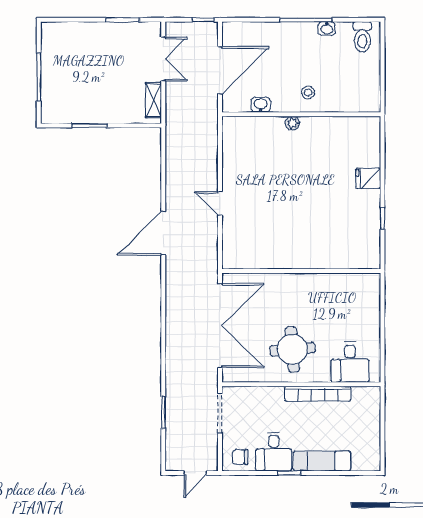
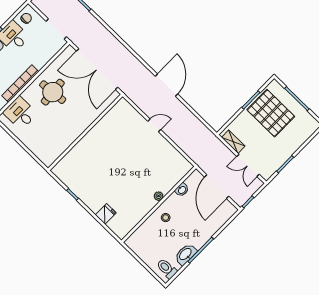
washbasin: (327, 29) -> (186, 254), width x1.91, depth x1.45
pallet: (82, 90) -> (271, 113), added
fridge: (368, 178) -> (106, 214), moved

